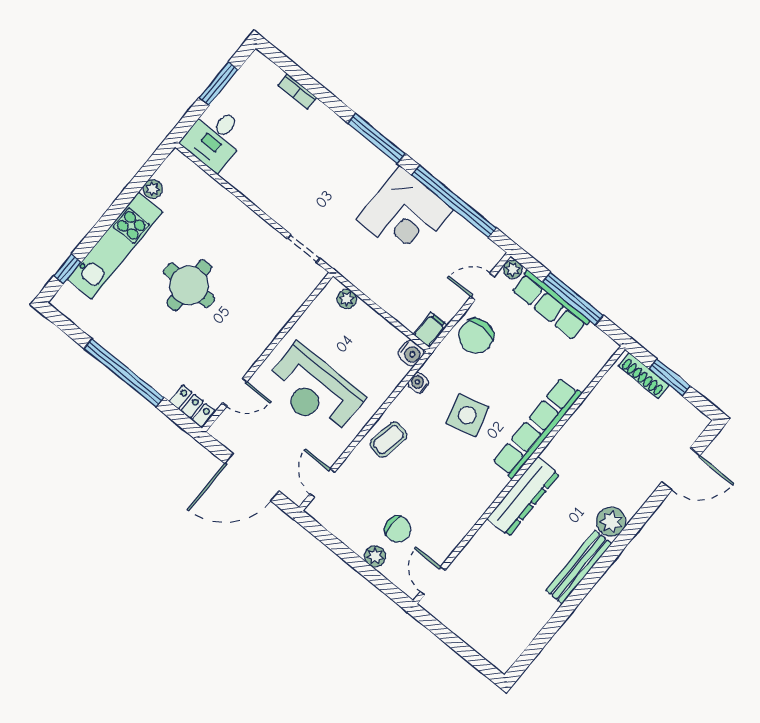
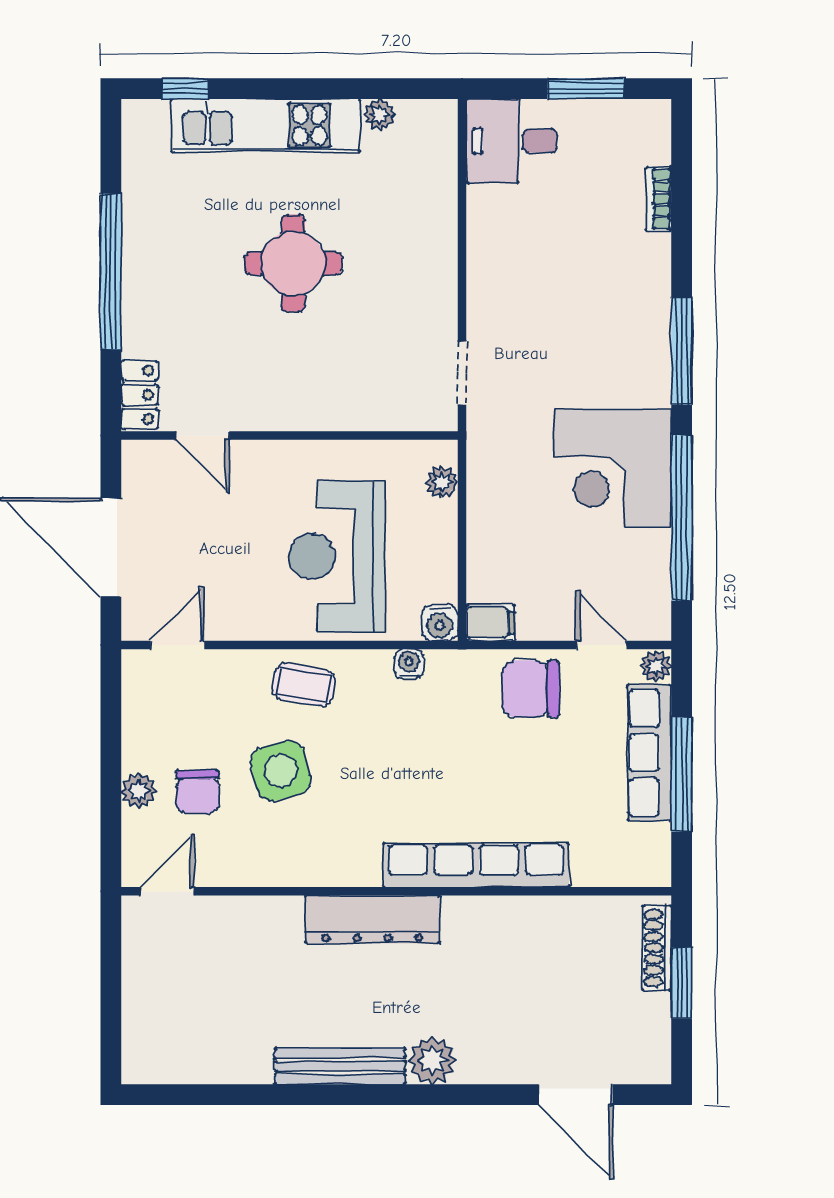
reception desk: (314, 390) -> (337, 556), moved
side table: (467, 415) -> (281, 771), moved

